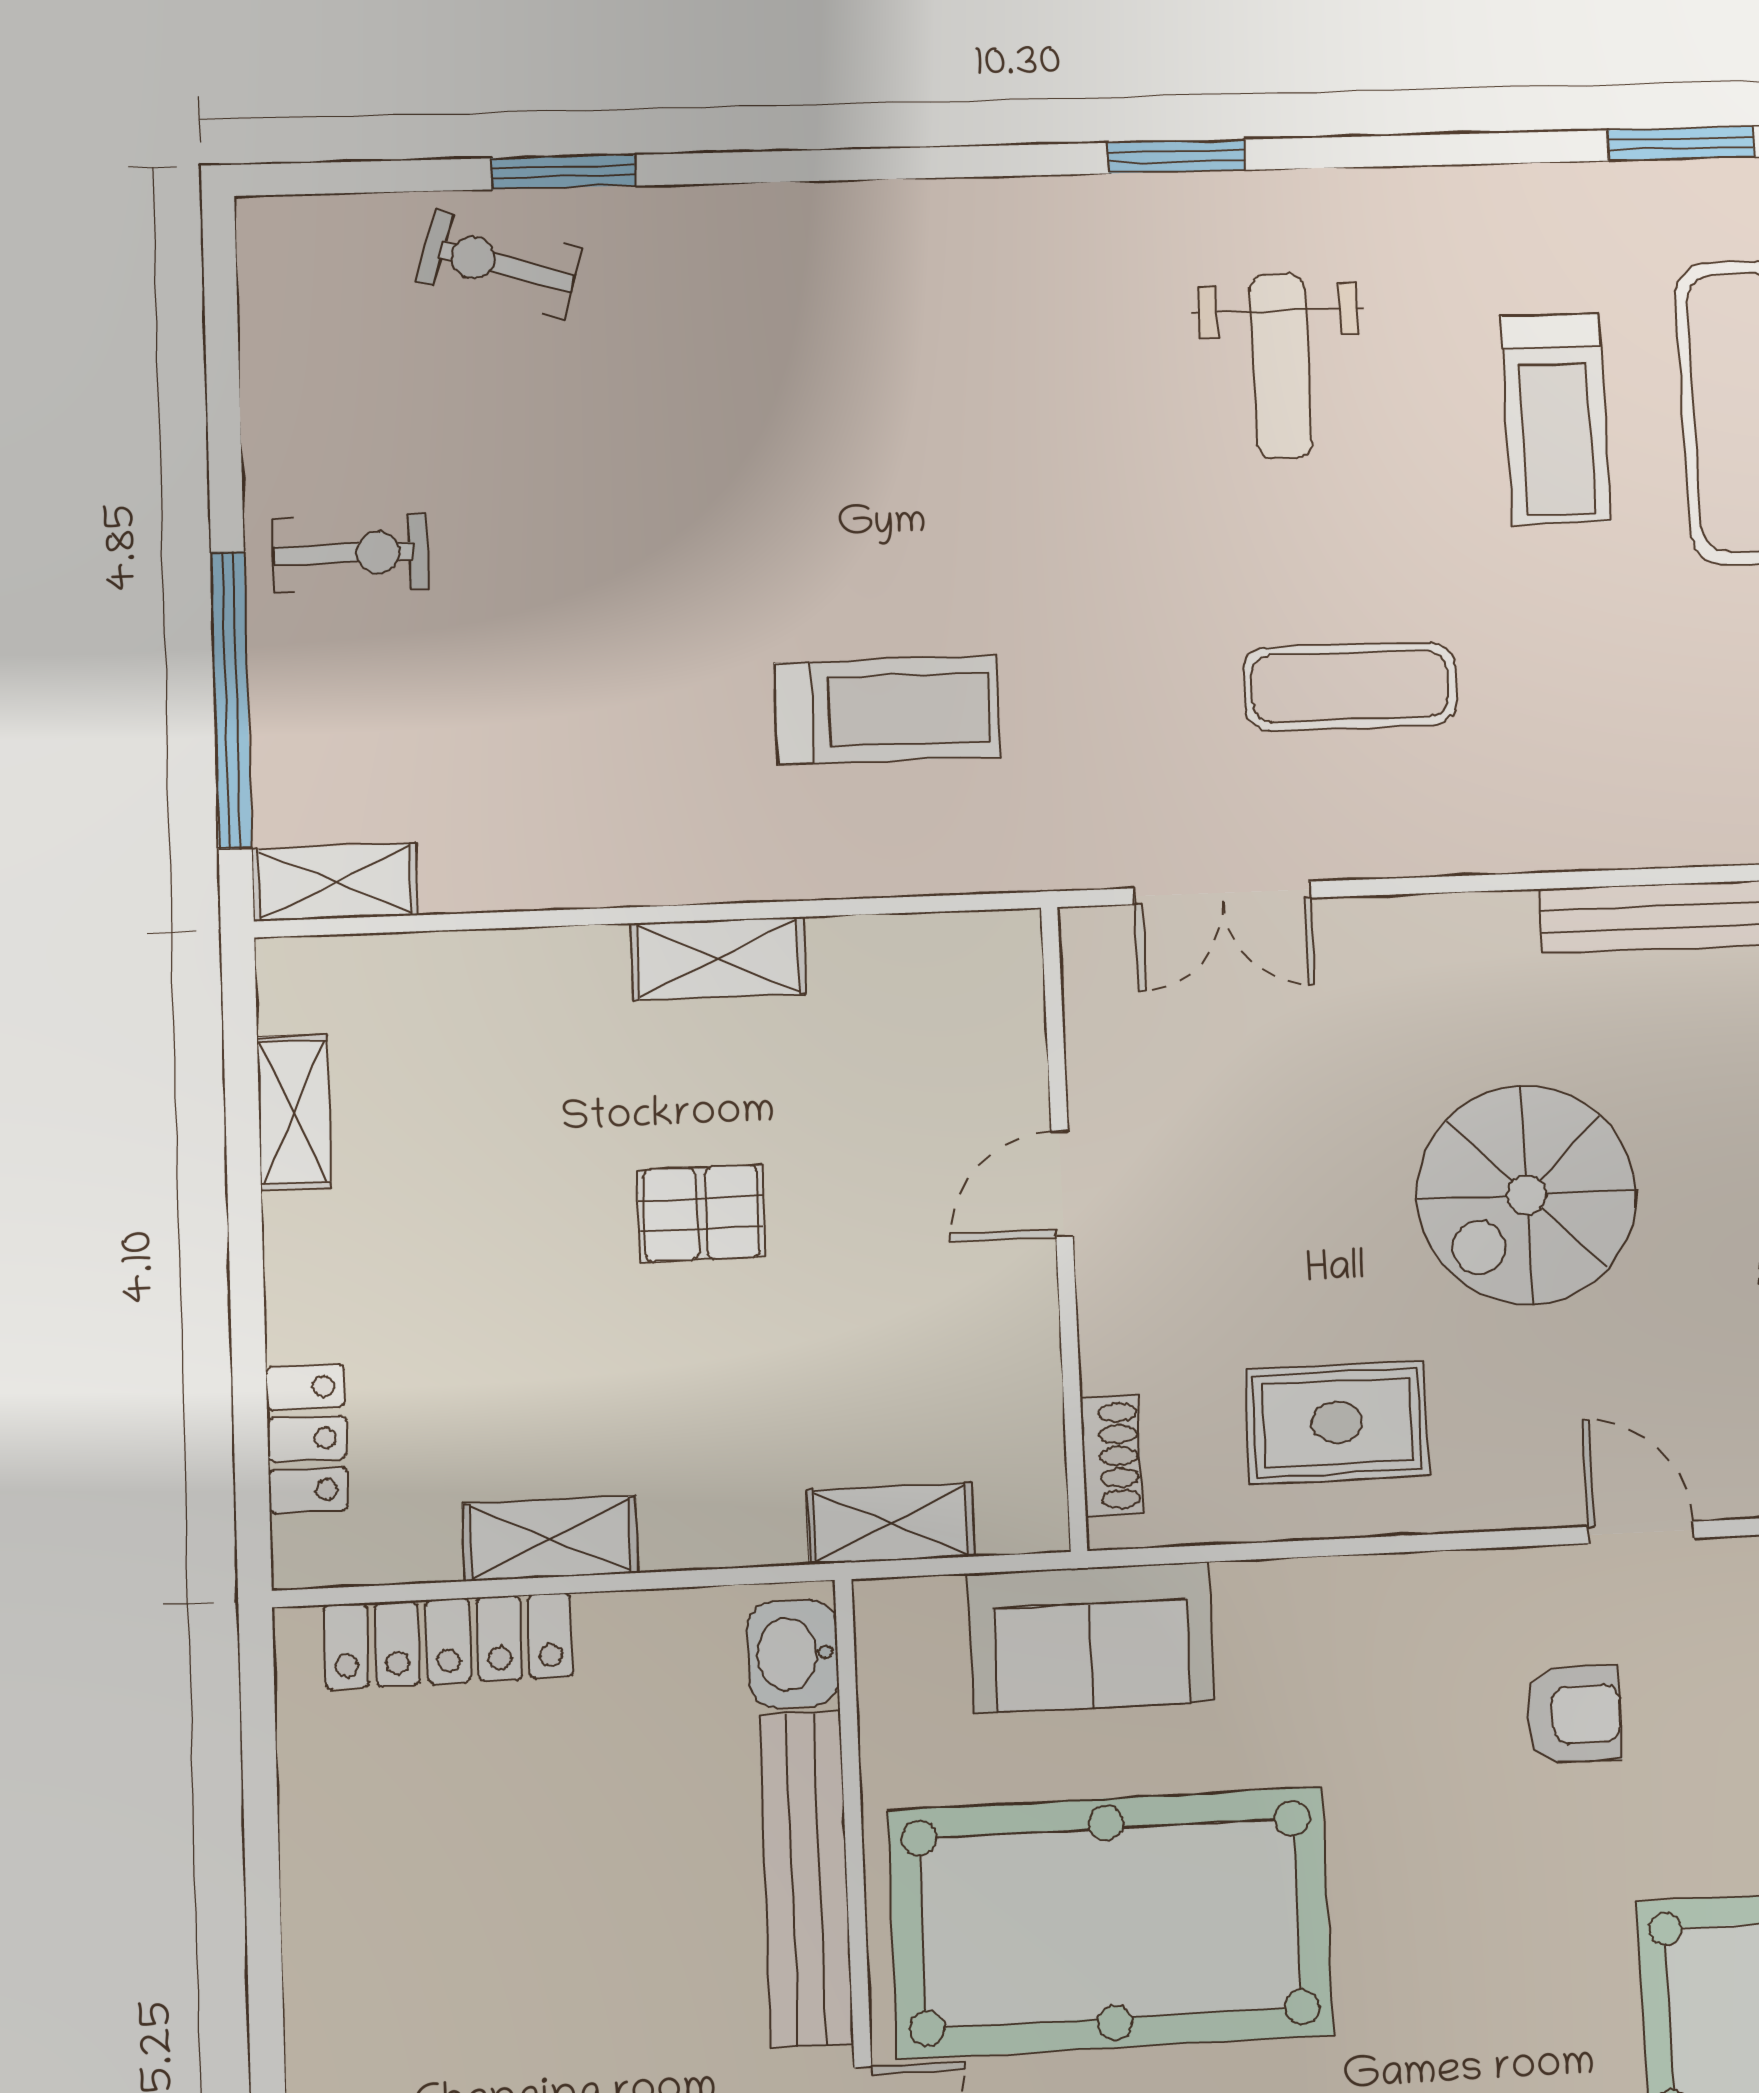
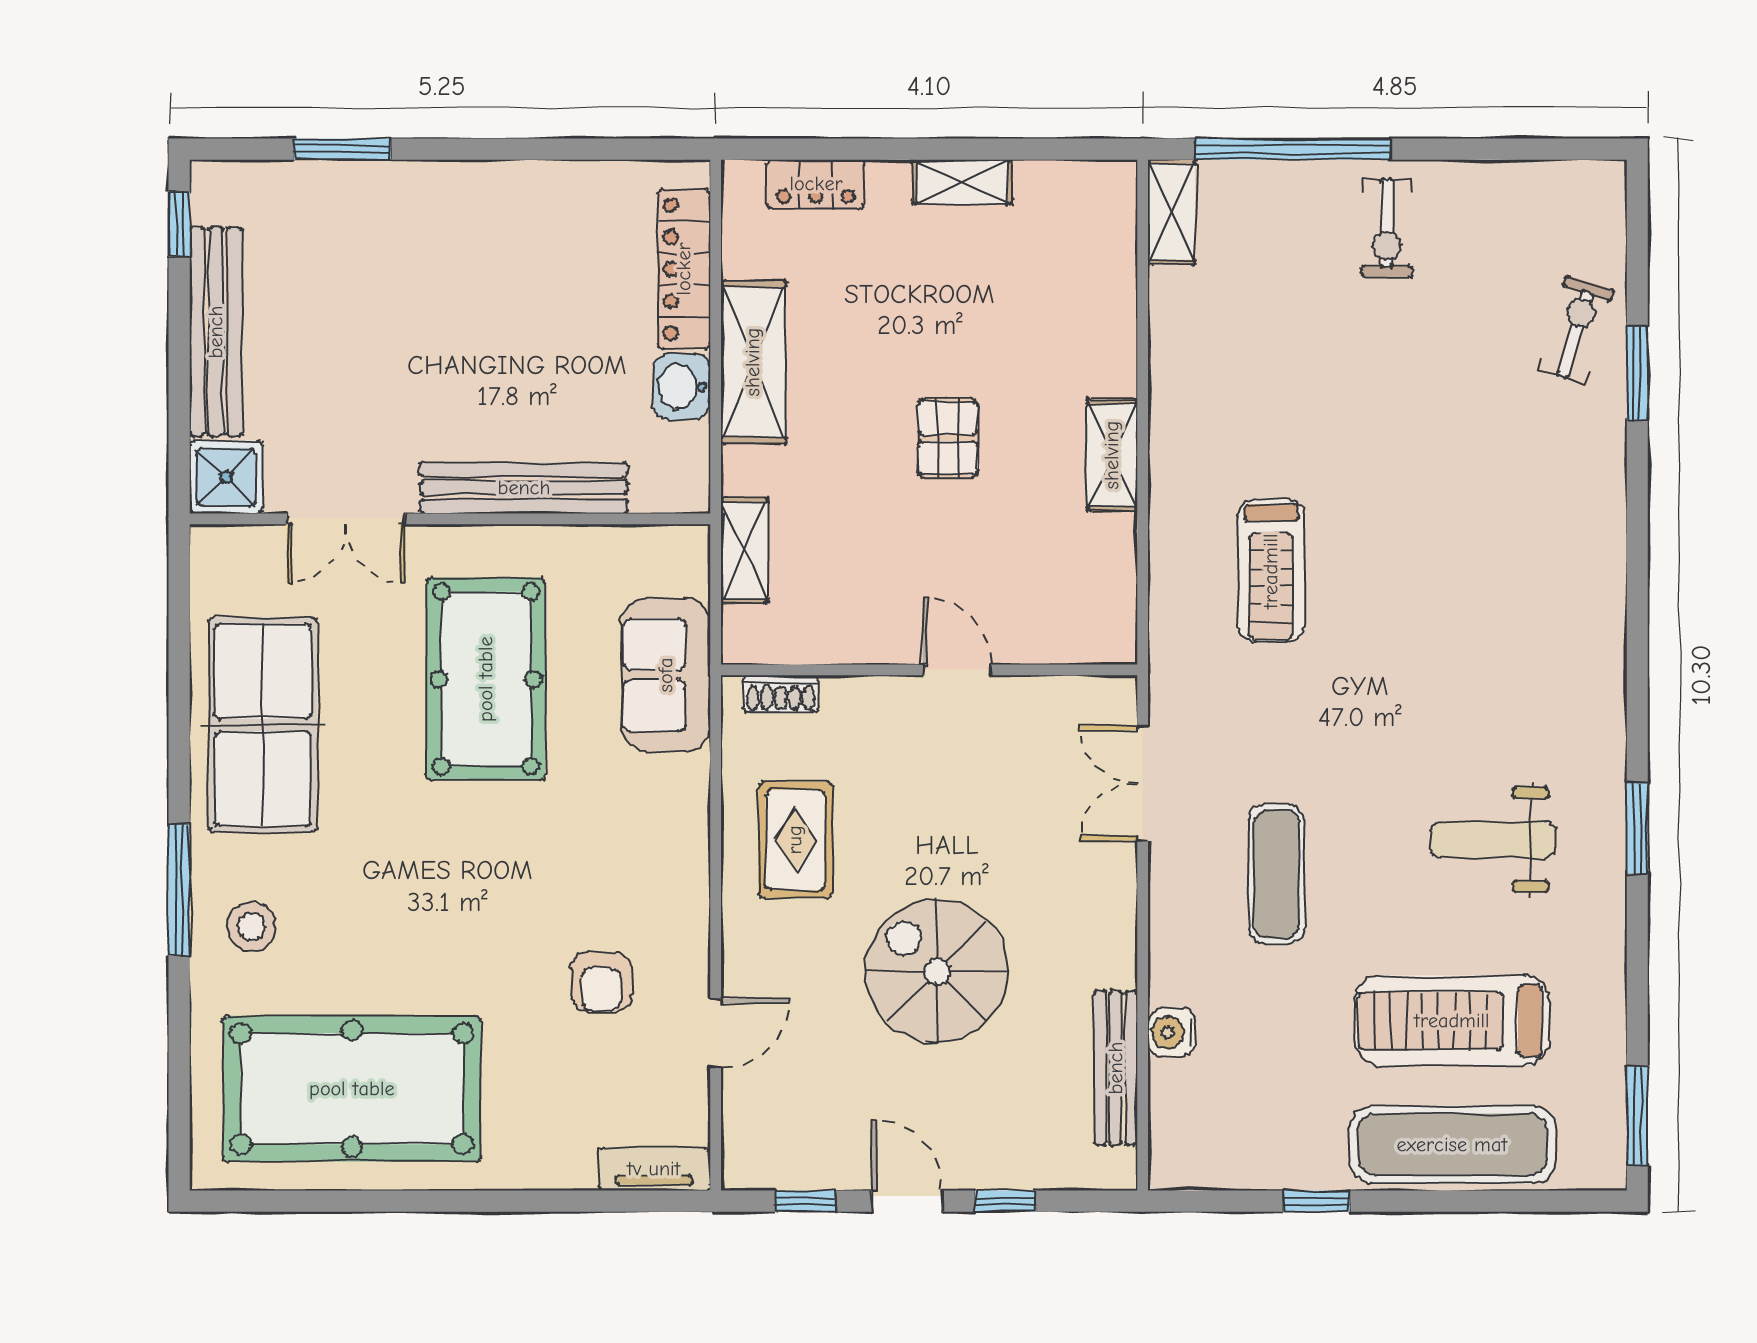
window: (1177, 156) -> (1637, 828), moved
treadmill: (1556, 419) -> (1452, 1021), width x1.37, depth x1.38
water cooler: (1599, 835) -> (1172, 1033), added
shelving: (294, 1112) -> (962, 182), moved
shelving: (550, 1539) -> (753, 362), width x1.50, depth x1.33
washbasin: (793, 1654) -> (682, 387), moved, turned -90
pool table: (1111, 1923) -> (486, 679), width x0.73, depth x0.76

